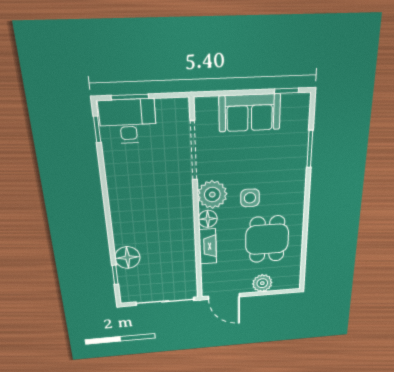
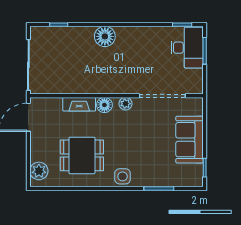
plant: (212, 195) -> (125, 104), width x0.53, depth x0.53
side table: (250, 198) -> (123, 176), moved
floor lamp: (127, 257) -> (105, 36), moved
plant: (262, 283) -> (39, 171), moved

